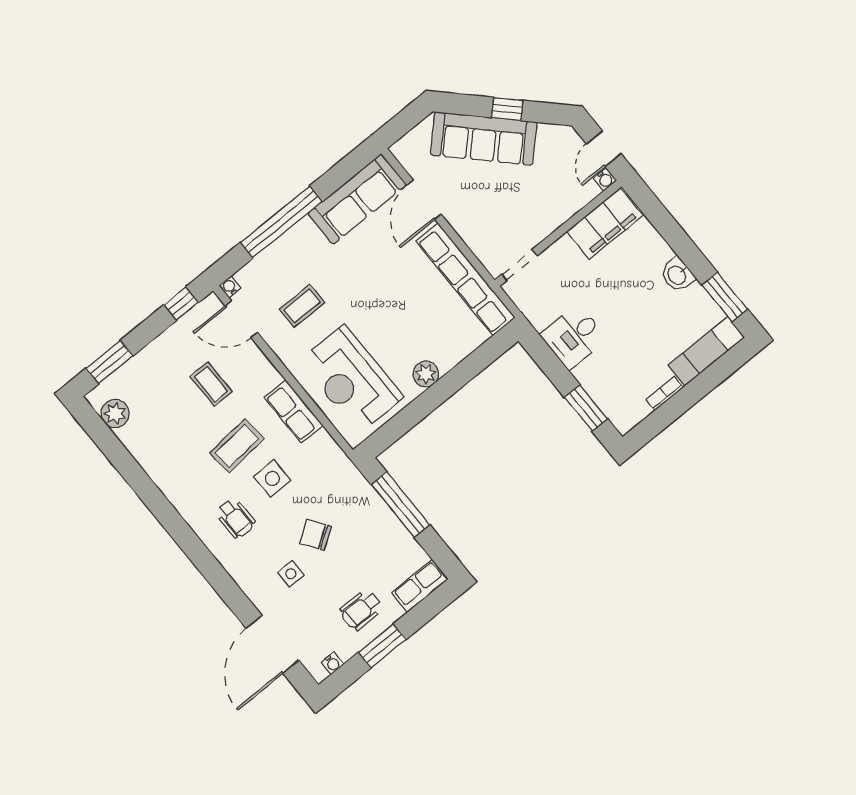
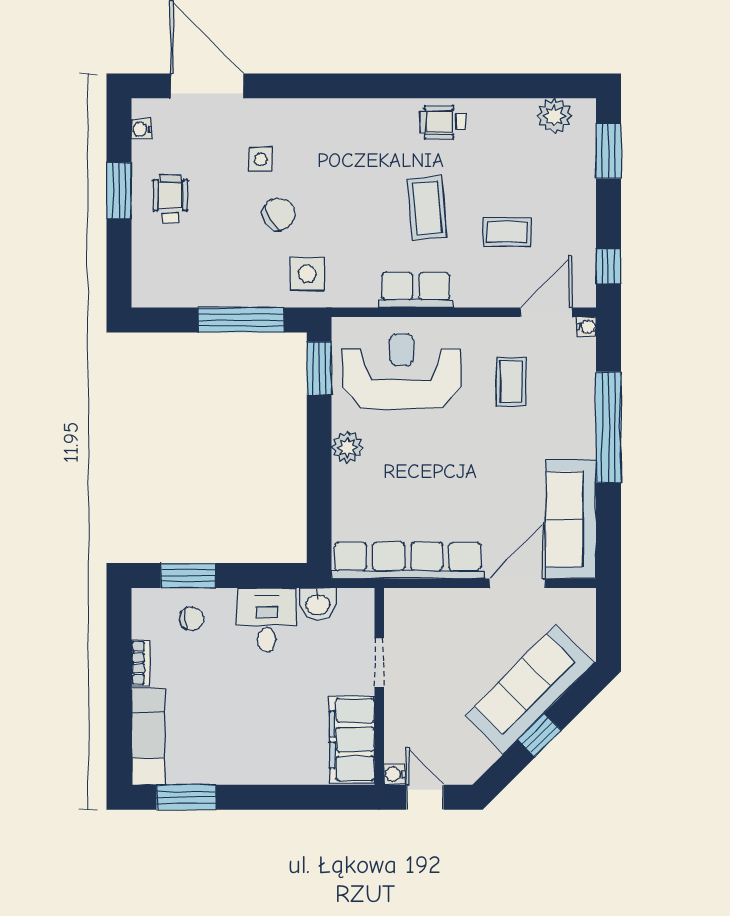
door: (424, 200) -> (517, 583), hinge flipped
doorway: (519, 265) -> (379, 663), moved
washbasin: (677, 275) -> (318, 604), moved, turned 180
chair: (611, 384) -> (192, 619), added
window: (391, 432) -> (319, 368), added
side table: (272, 478) -> (307, 274), moved
wheelchair: (236, 518) -> (443, 122), moved
row of seats: (420, 586) -> (147, 275), removed

